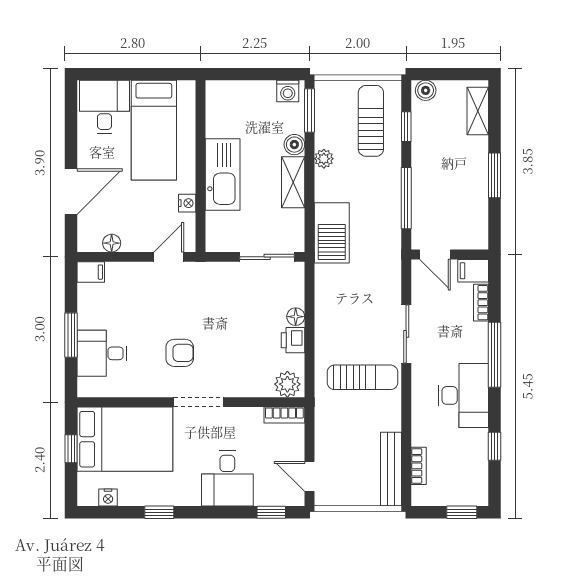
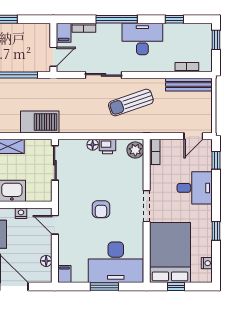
desk: (102, 353) -> (116, 262), width x1.87, depth x1.30
armchair: (180, 353) -> (101, 209), moved, turned 180
sun lounger: (363, 377) -> (131, 103), turned -109

